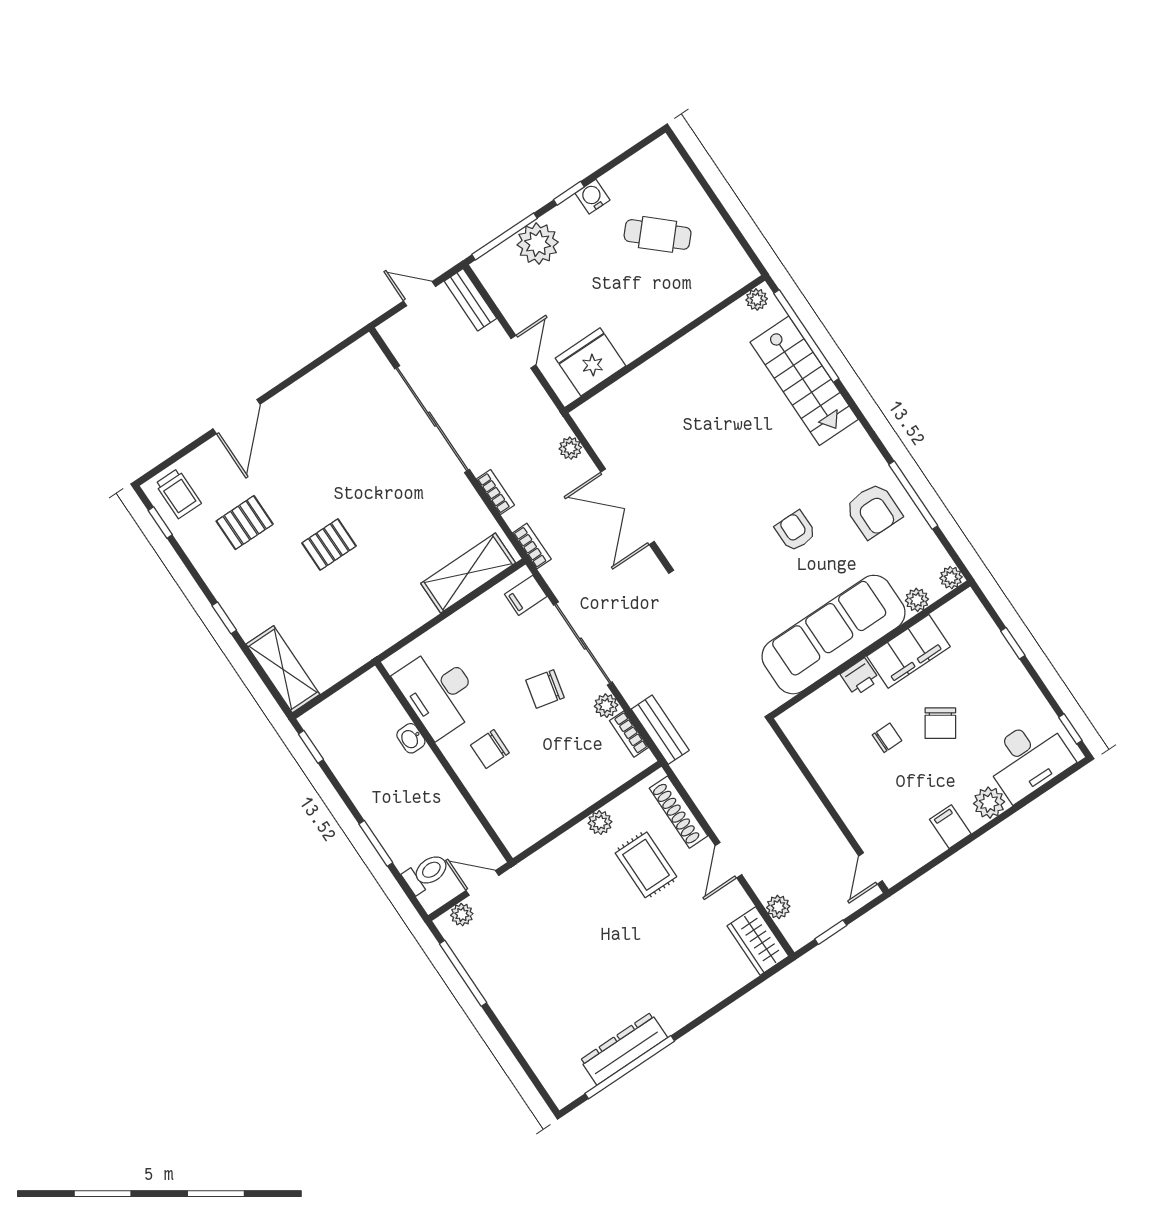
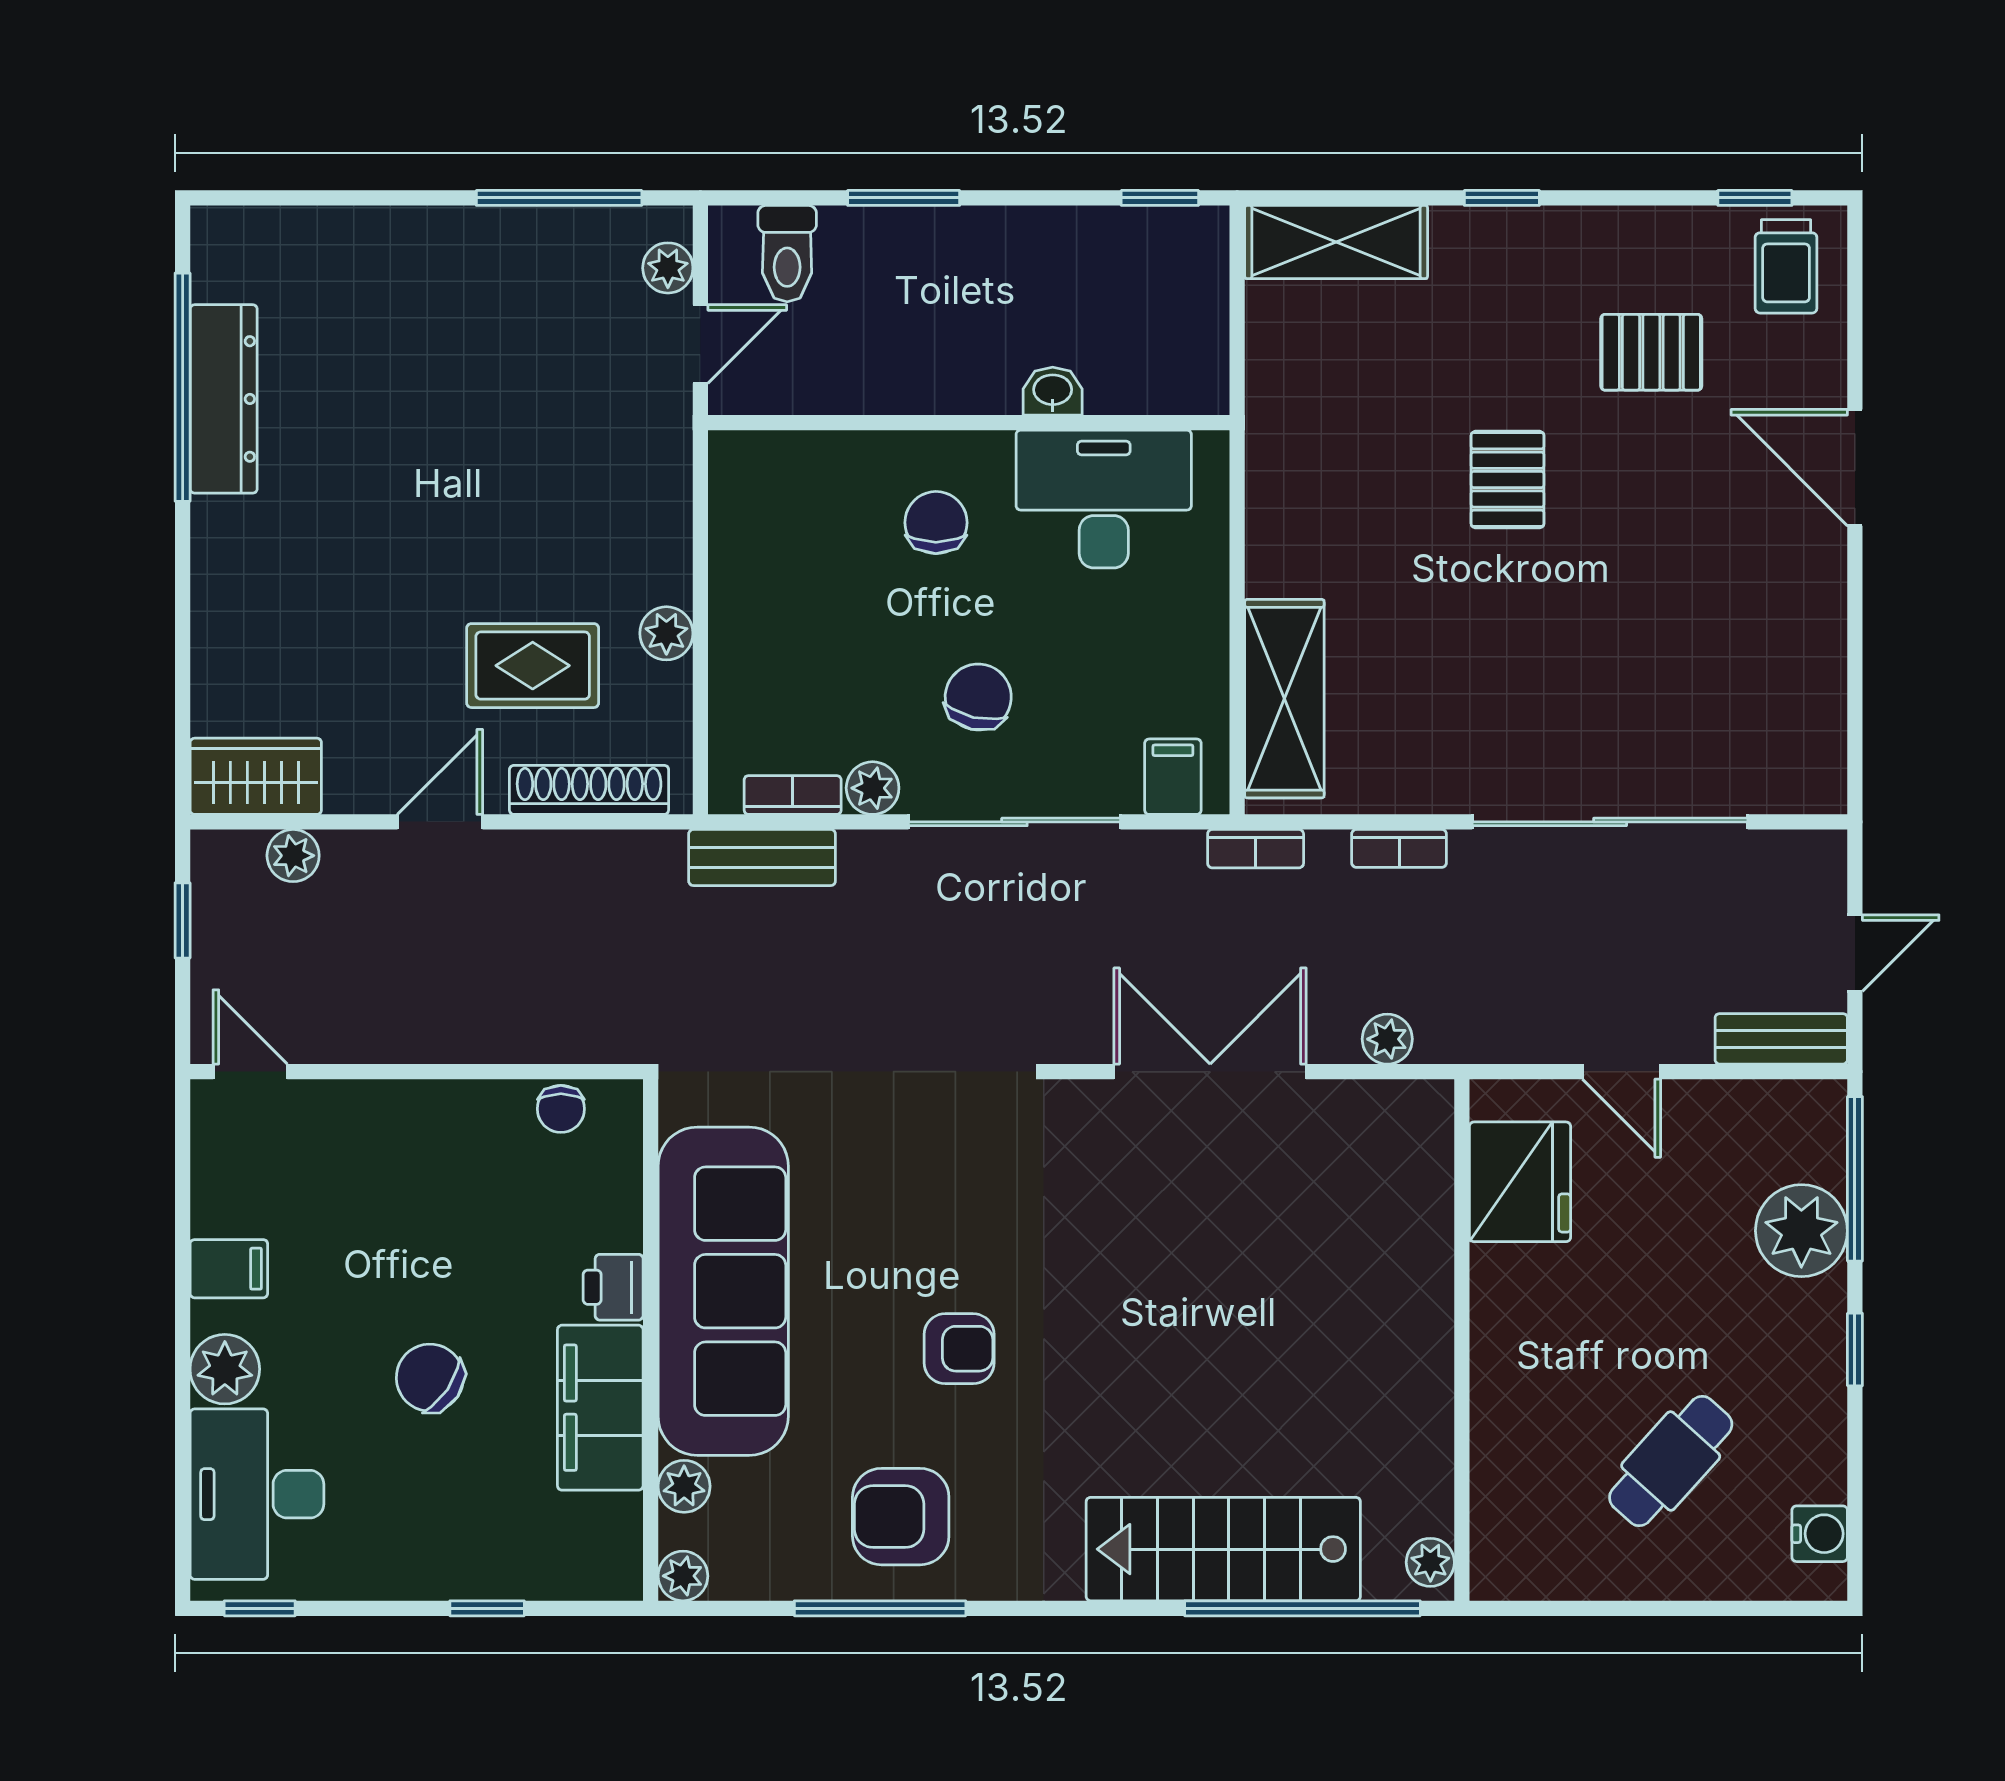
water cooler: (593, 197) -> (1820, 1534), moved
trolley: (178, 494) -> (1786, 266), turned -90
pallet: (245, 523) -> (1651, 352), turned 90
chair: (887, 738) -> (561, 1109), moved
door: (728, 860) -> (440, 822), hinge flipped

